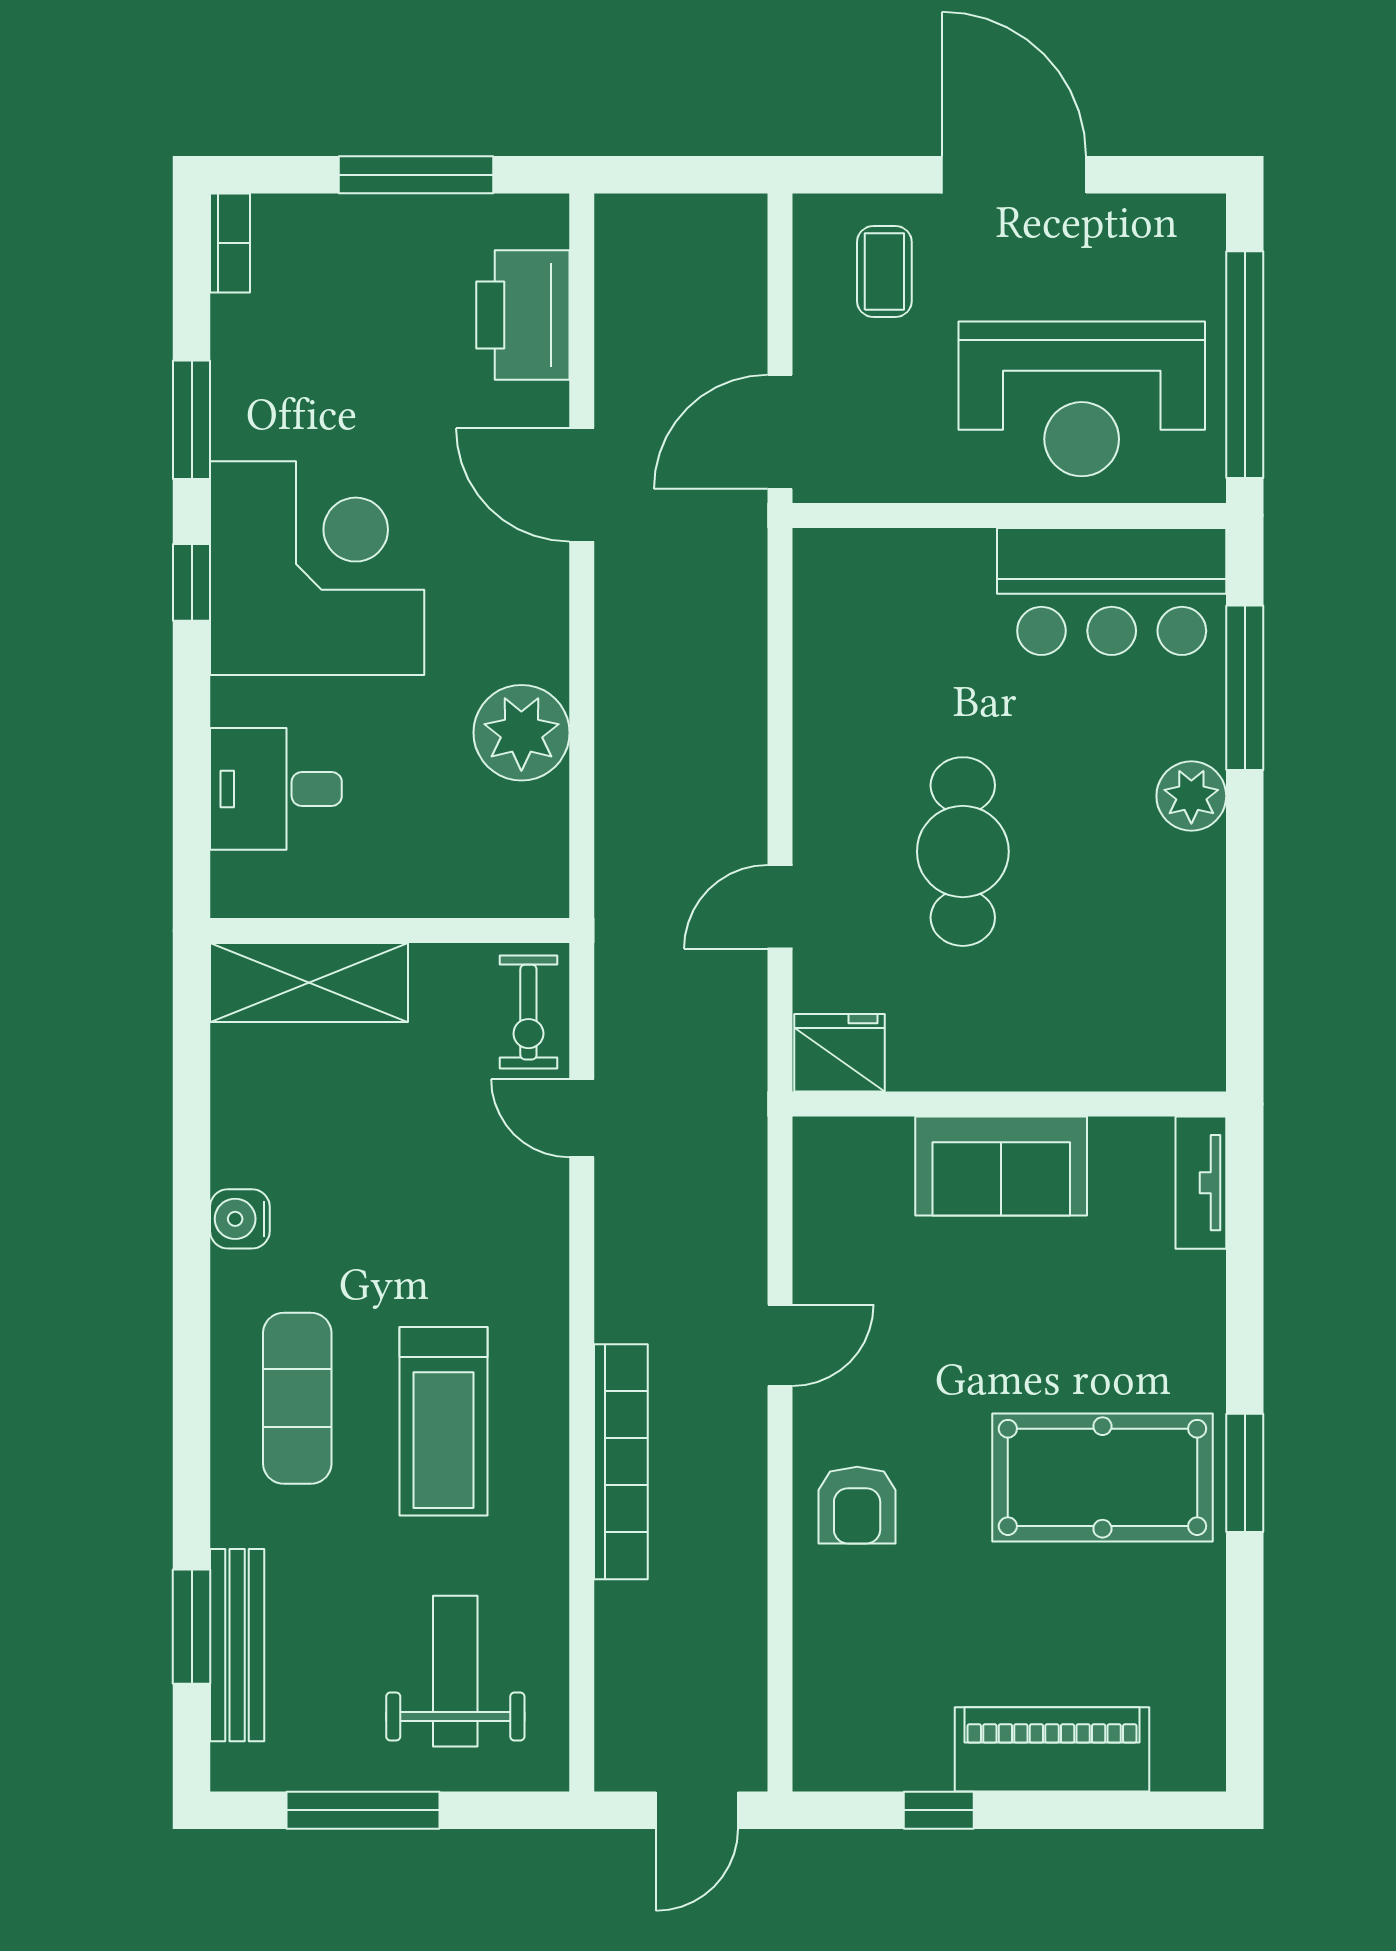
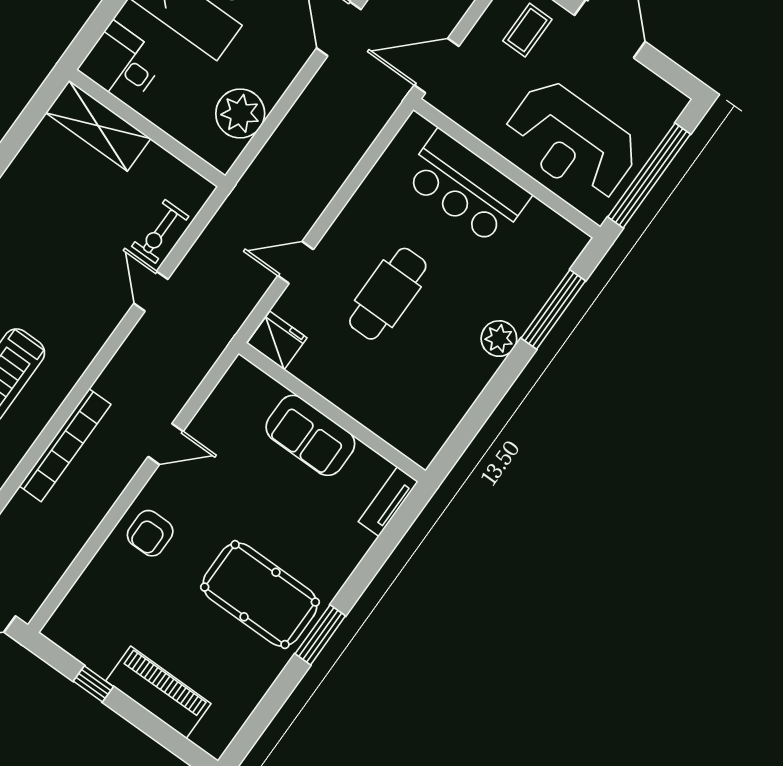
bar counter: (1112, 591) -> (467, 187), moved
wall: (390, 931) -> (147, 128), moved
shelving: (309, 982) -> (98, 126), moved

